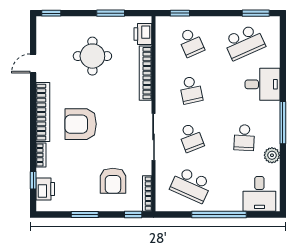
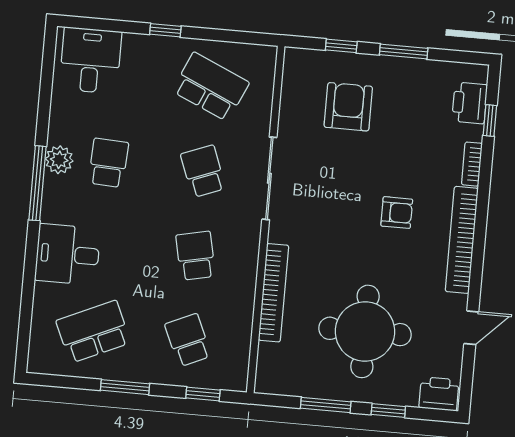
window: (51, 13) -> (388, 411), moved
window: (256, 13) -> (125, 387), moved
printer: (143, 34) -> (439, 394), moved, turned -90
round table: (92, 56) -> (365, 331), width x1.36, depth x1.36
armchair: (81, 124) -> (397, 213), width x0.53, depth x0.53
plant: (272, 155) -> (59, 160), moved
bookcase: (147, 194) -> (290, 79), removed
window: (133, 214) -> (341, 46), moved
window: (219, 214) -> (165, 30), width x0.32

